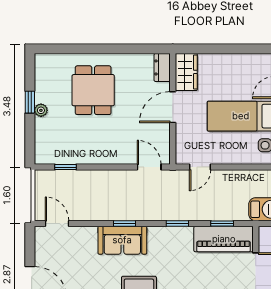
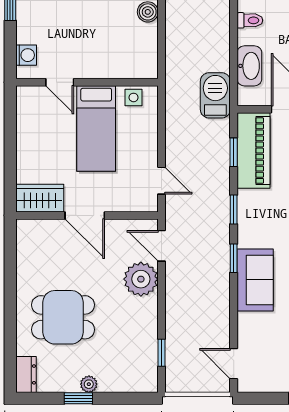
dresser: (162, 67) -> (26, 374), moved, turned -90
plant: (123, 151) -> (141, 279), added
door: (149, 167) -> (161, 246), hinge flipped
door: (57, 224) -> (234, 364), hinge flipped
window: (124, 224) -> (234, 258), moved

